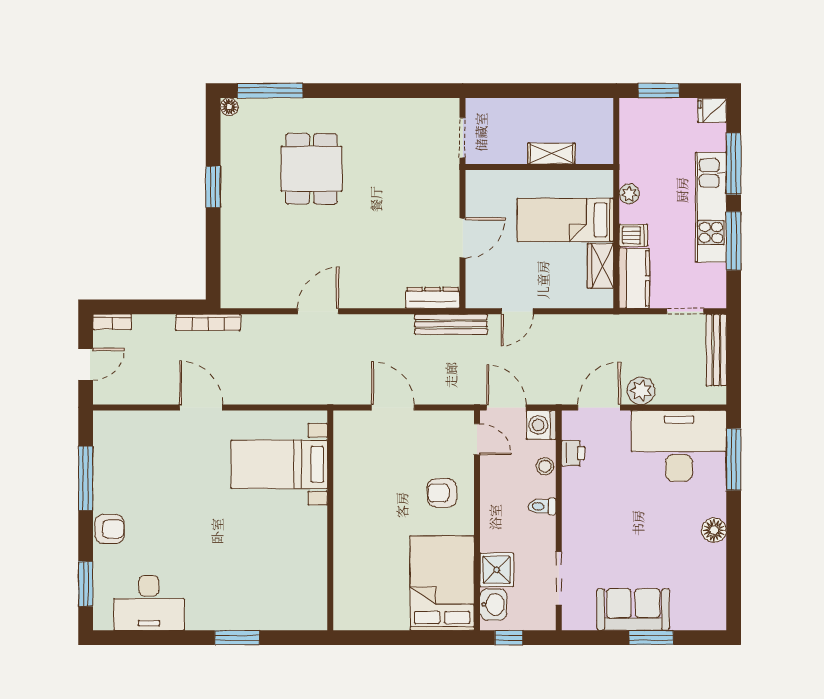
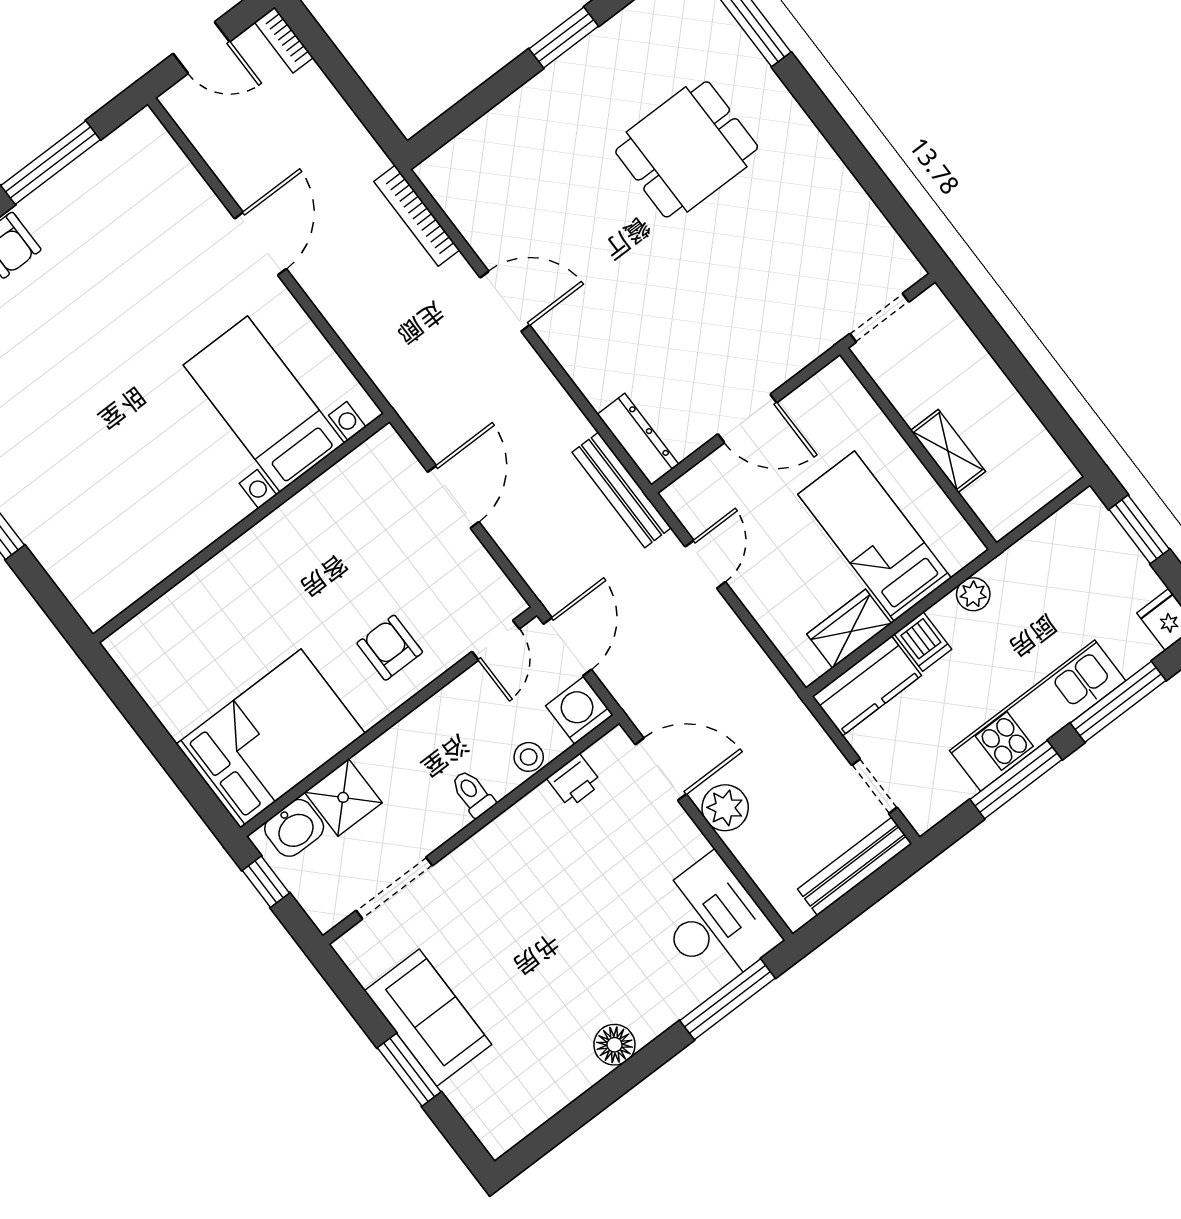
door: (517, 311) -> (705, 564), swing flipped
bookcase: (208, 322) -> (417, 216), moved
desk: (679, 446) -> (714, 922), width x0.73, depth x0.77

